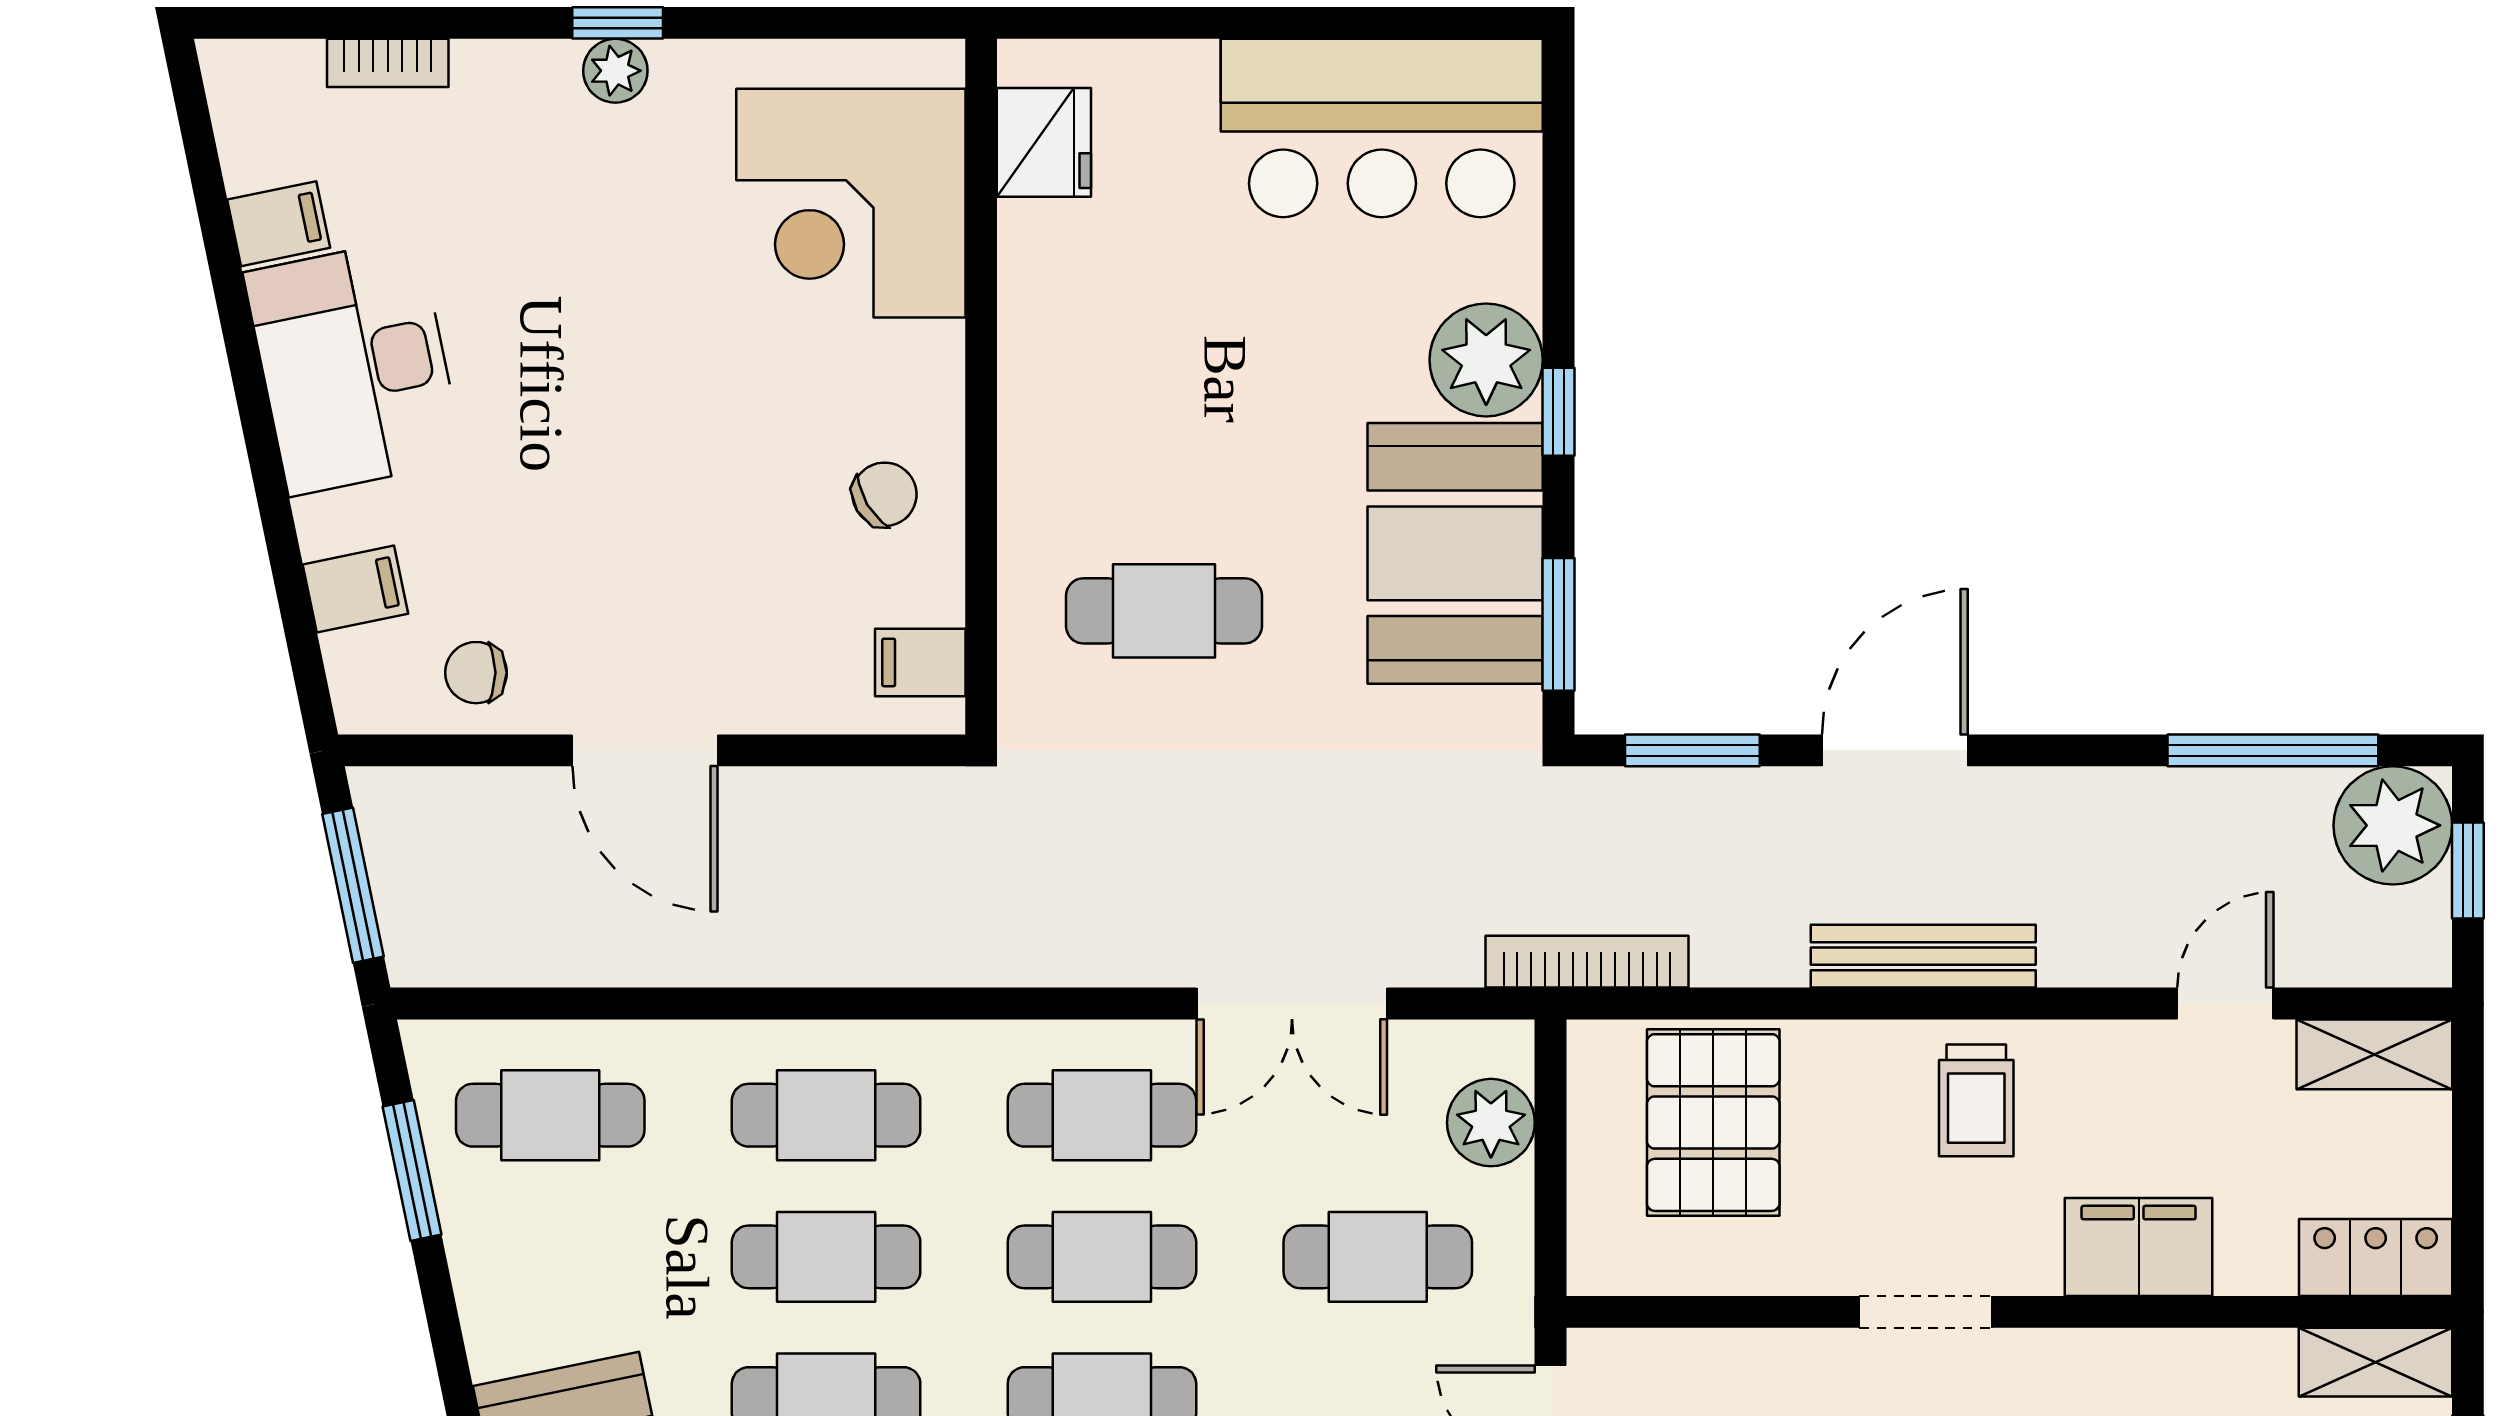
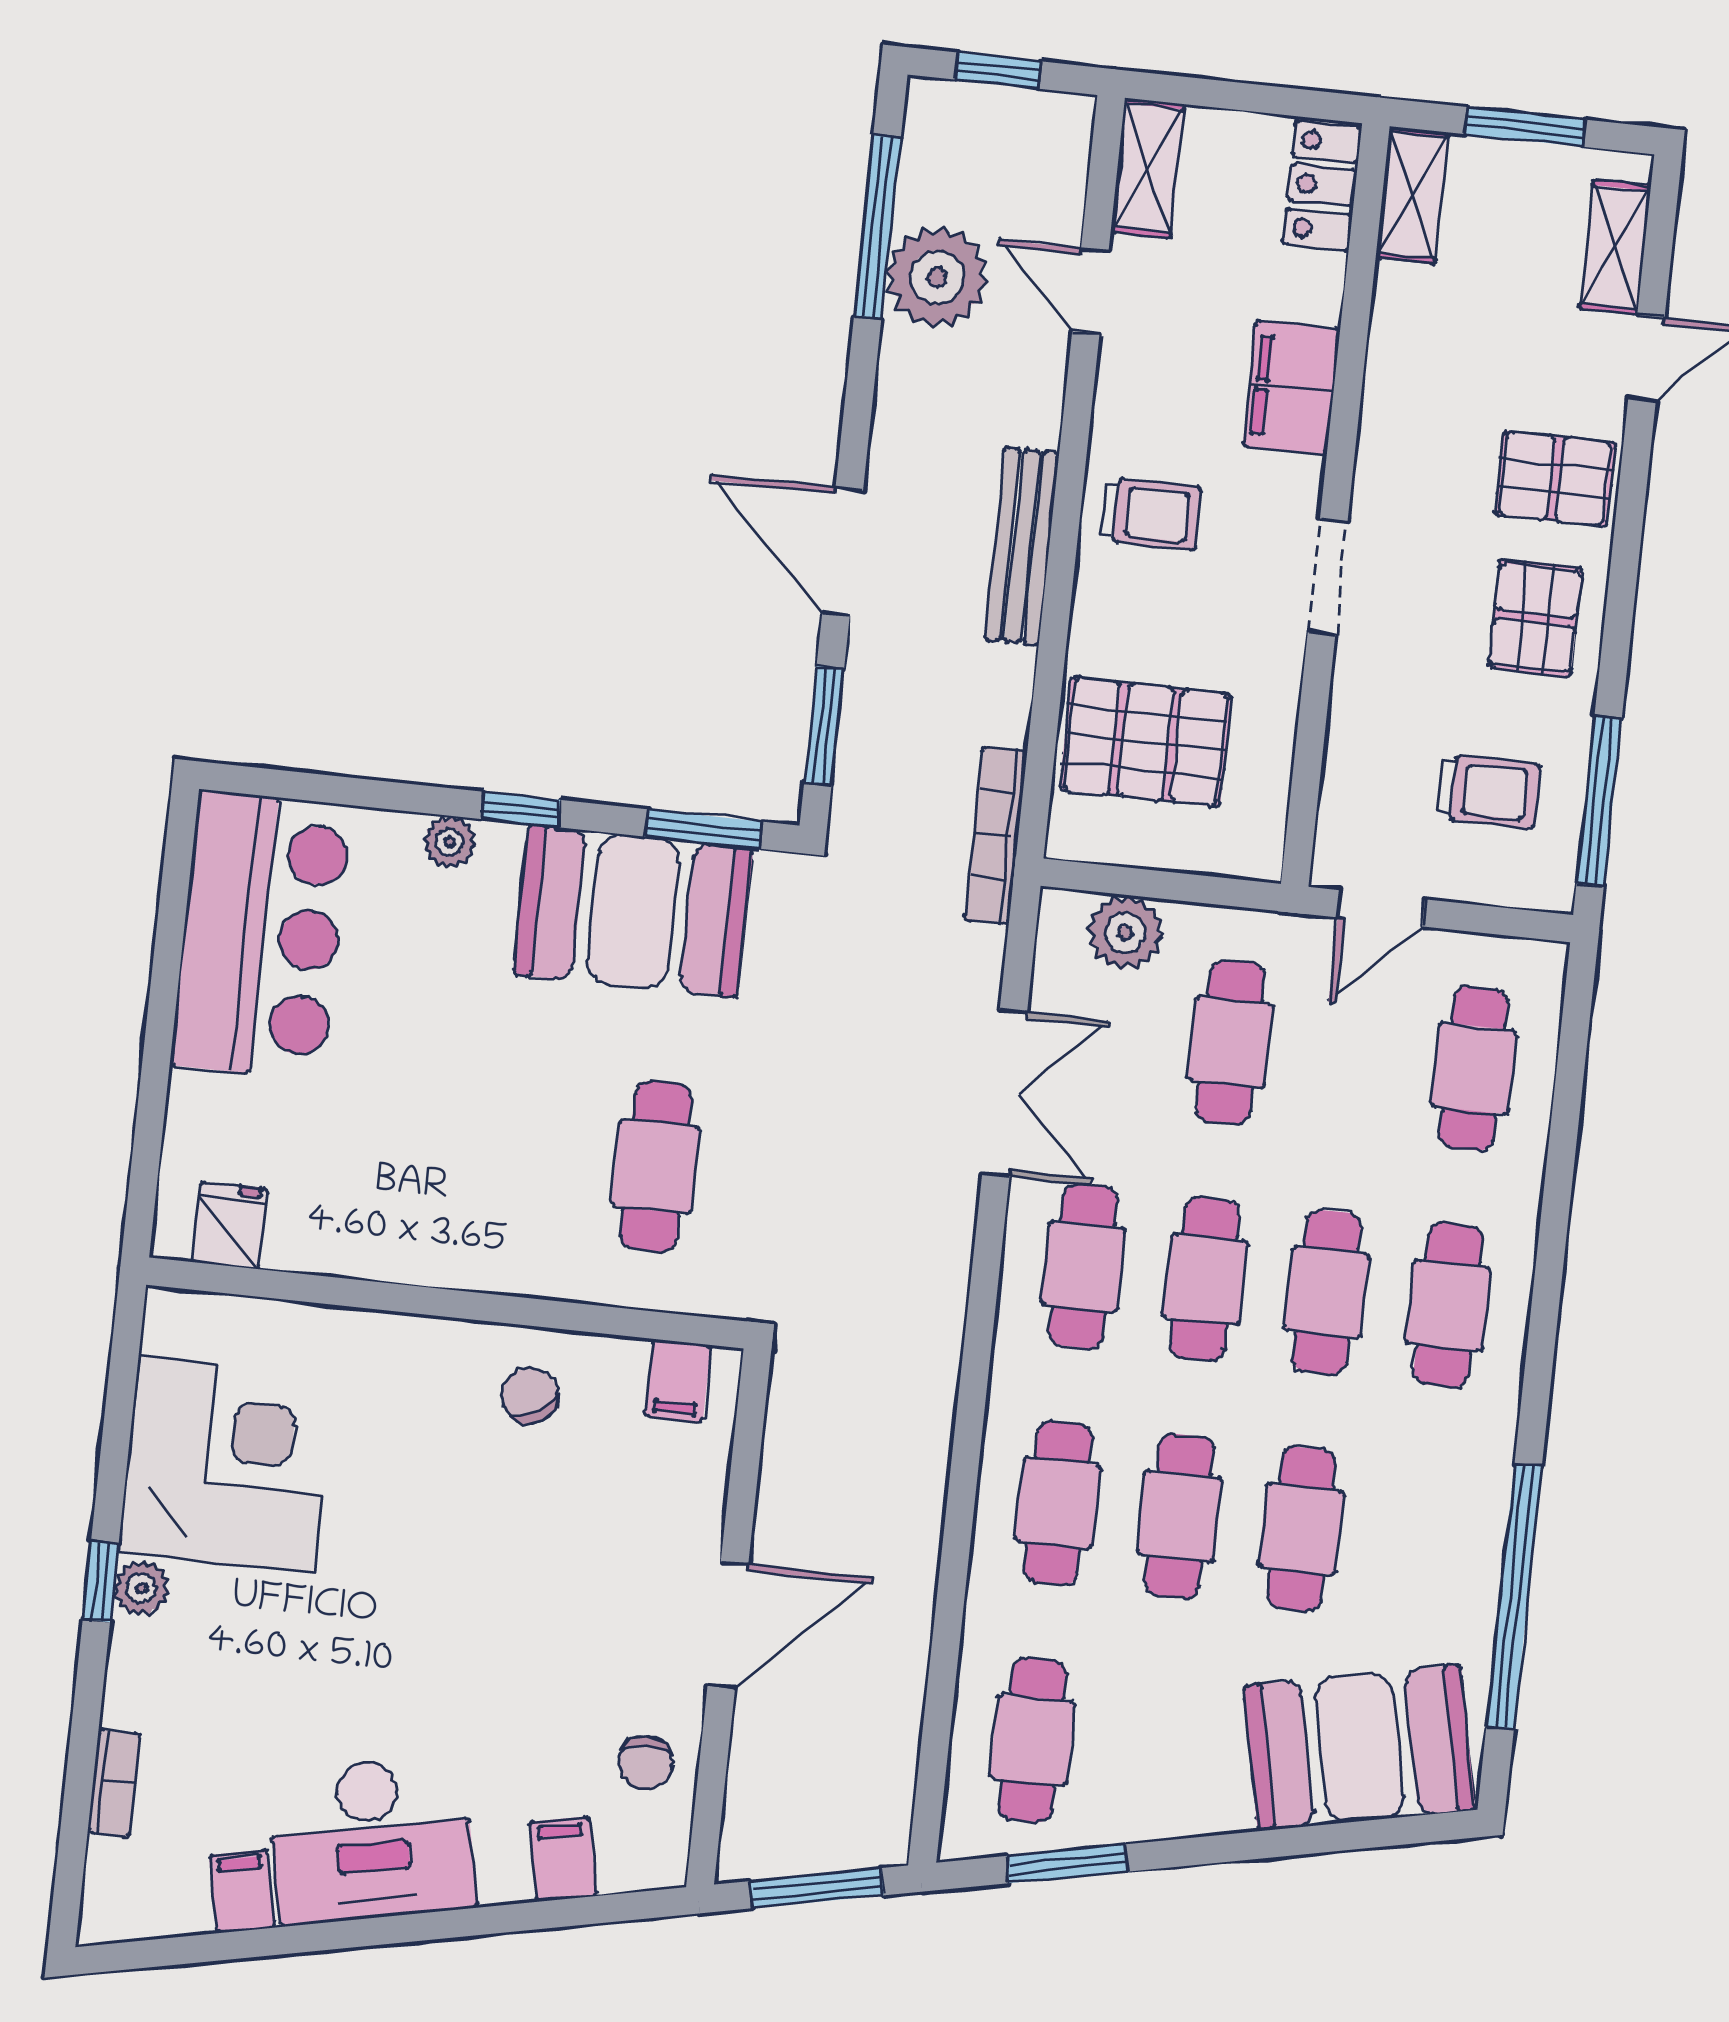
fridge: (1044, 142) -> (229, 1225), width x0.72
corner desk: (851, 203) -> (226, 1464), moved, turned -90
plant: (1486, 360) -> (450, 842), width x0.53, depth x0.53
plant: (2393, 825) -> (937, 277), moved

